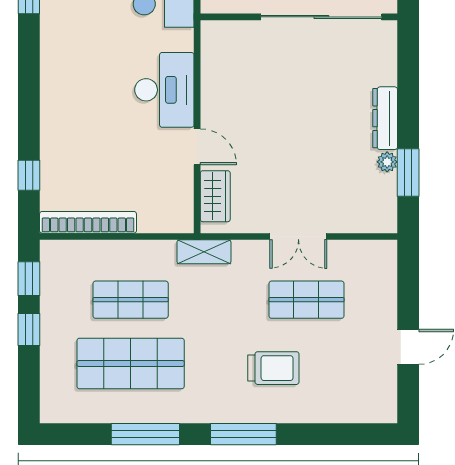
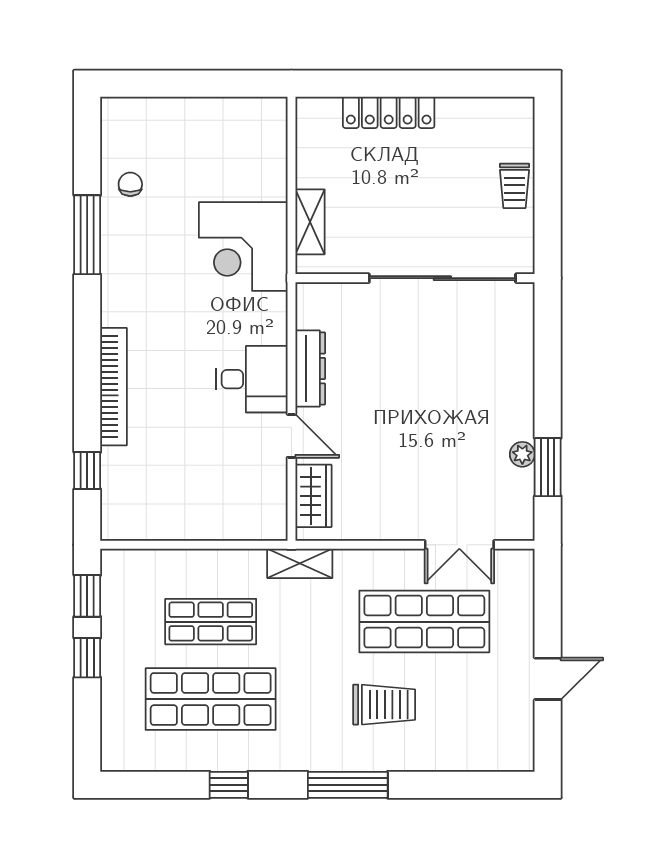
desk: (164, 90) -> (252, 379), width x0.73
dresser: (385, 118) -> (310, 369), moved, turned 180
bookcase: (88, 222) -> (114, 387), moved, turned 90
double door: (298, 236) -> (459, 545), moved
shop shelf: (306, 300) -> (424, 622), width x1.43, depth x1.36
window: (145, 434) -> (229, 785), width x0.46

